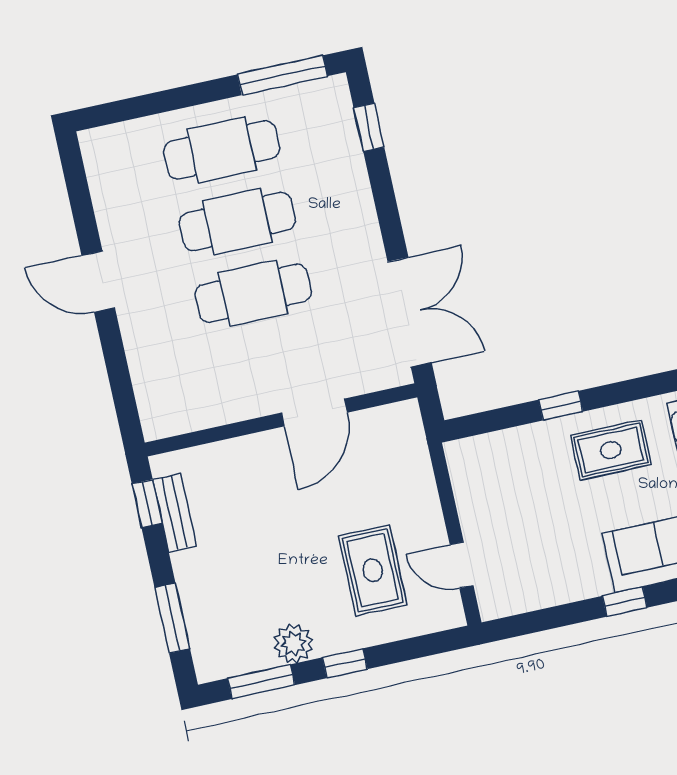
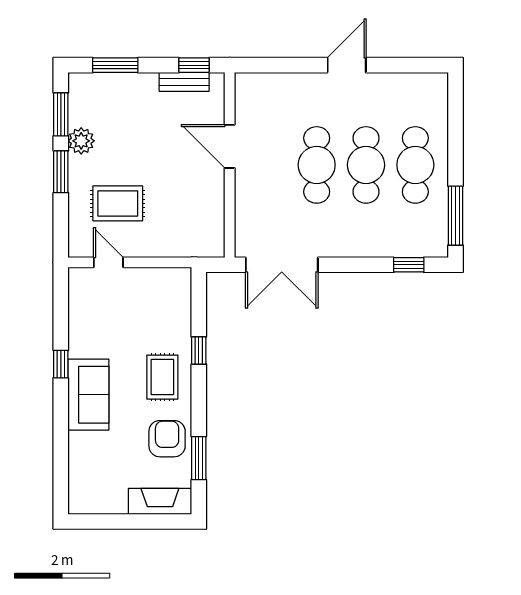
door: (314, 413) -> (230, 146), moved
door: (462, 565) -> (108, 262), hinge flipped
window: (345, 663) -> (61, 172), width x1.50

